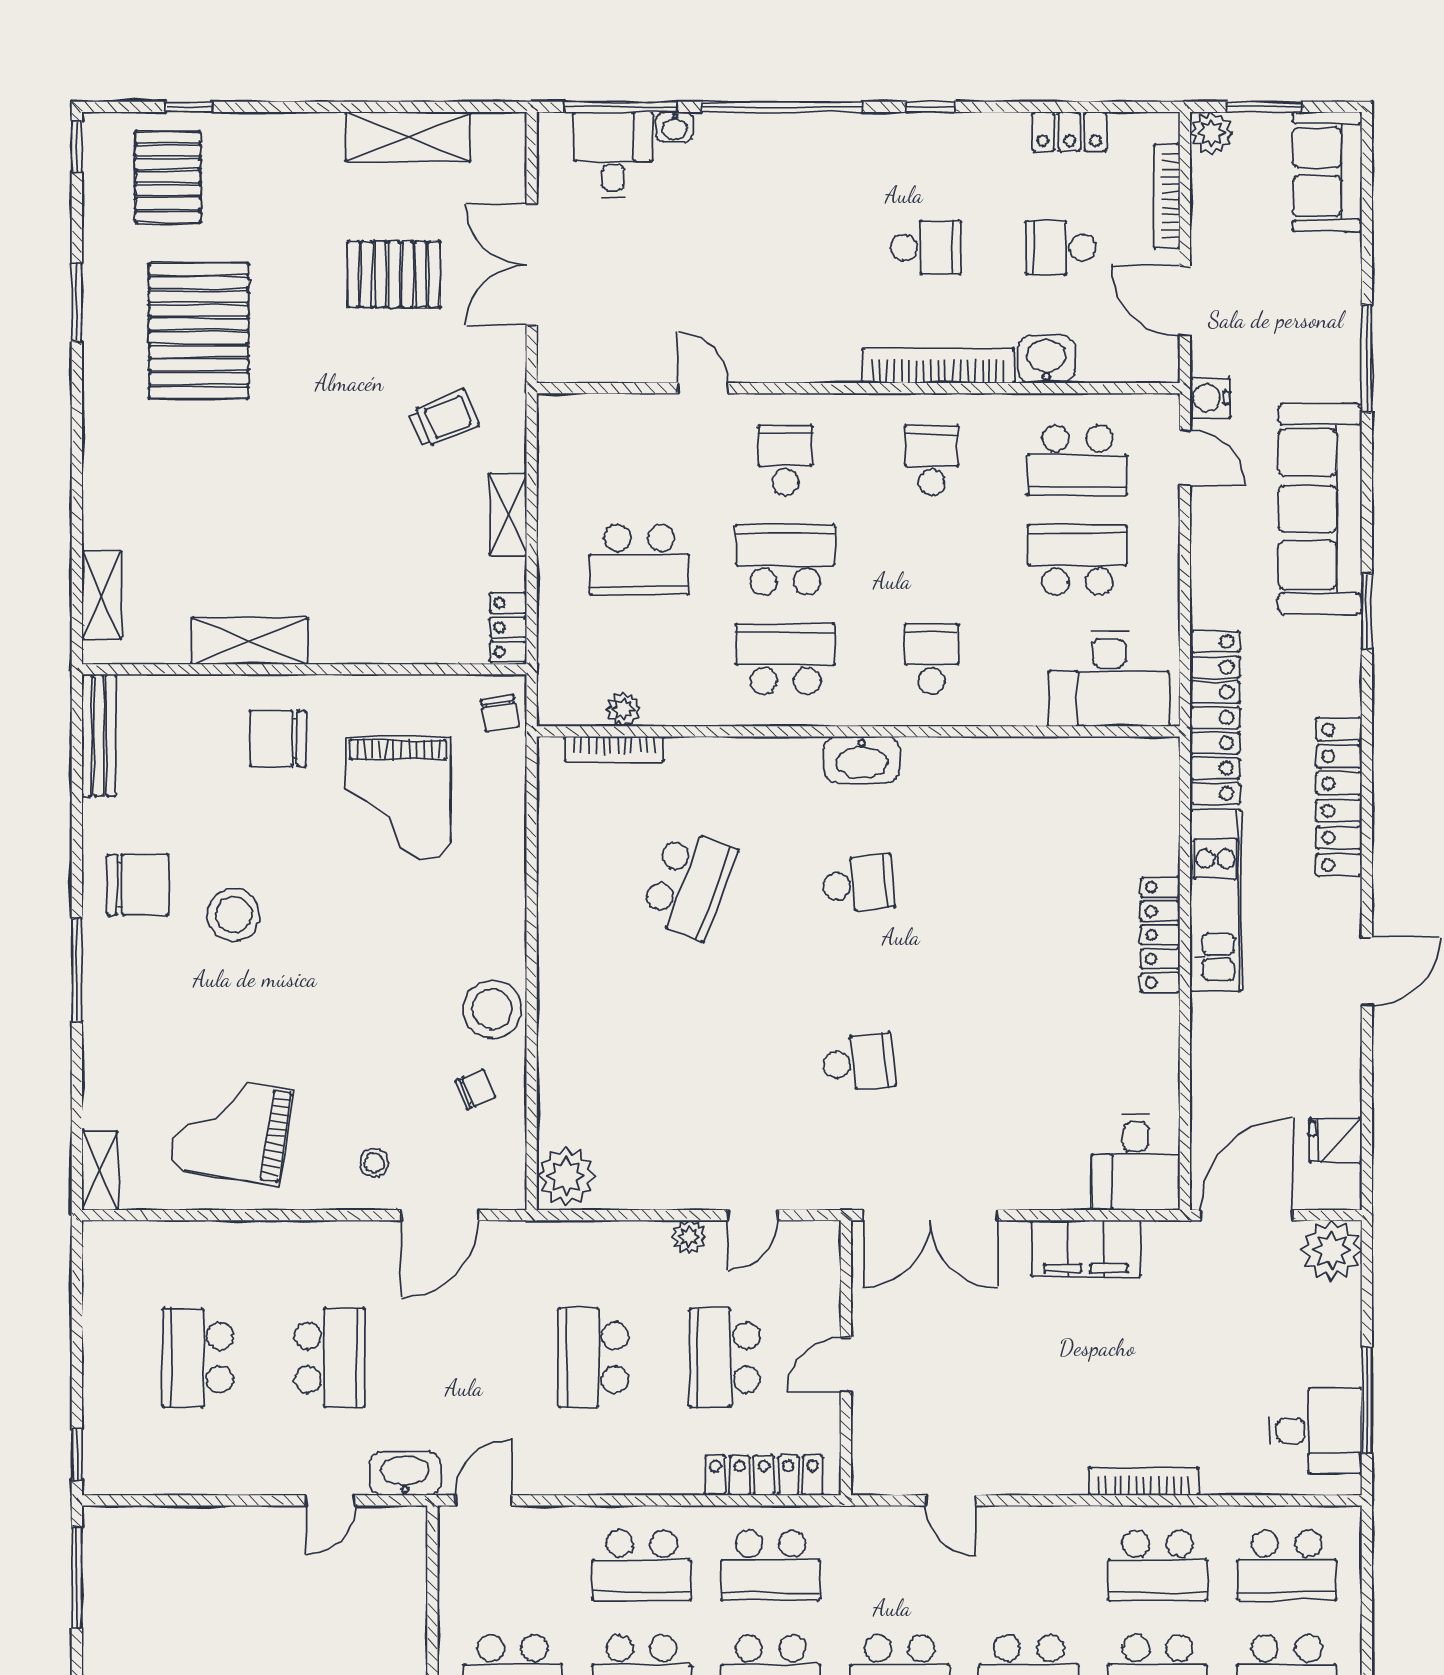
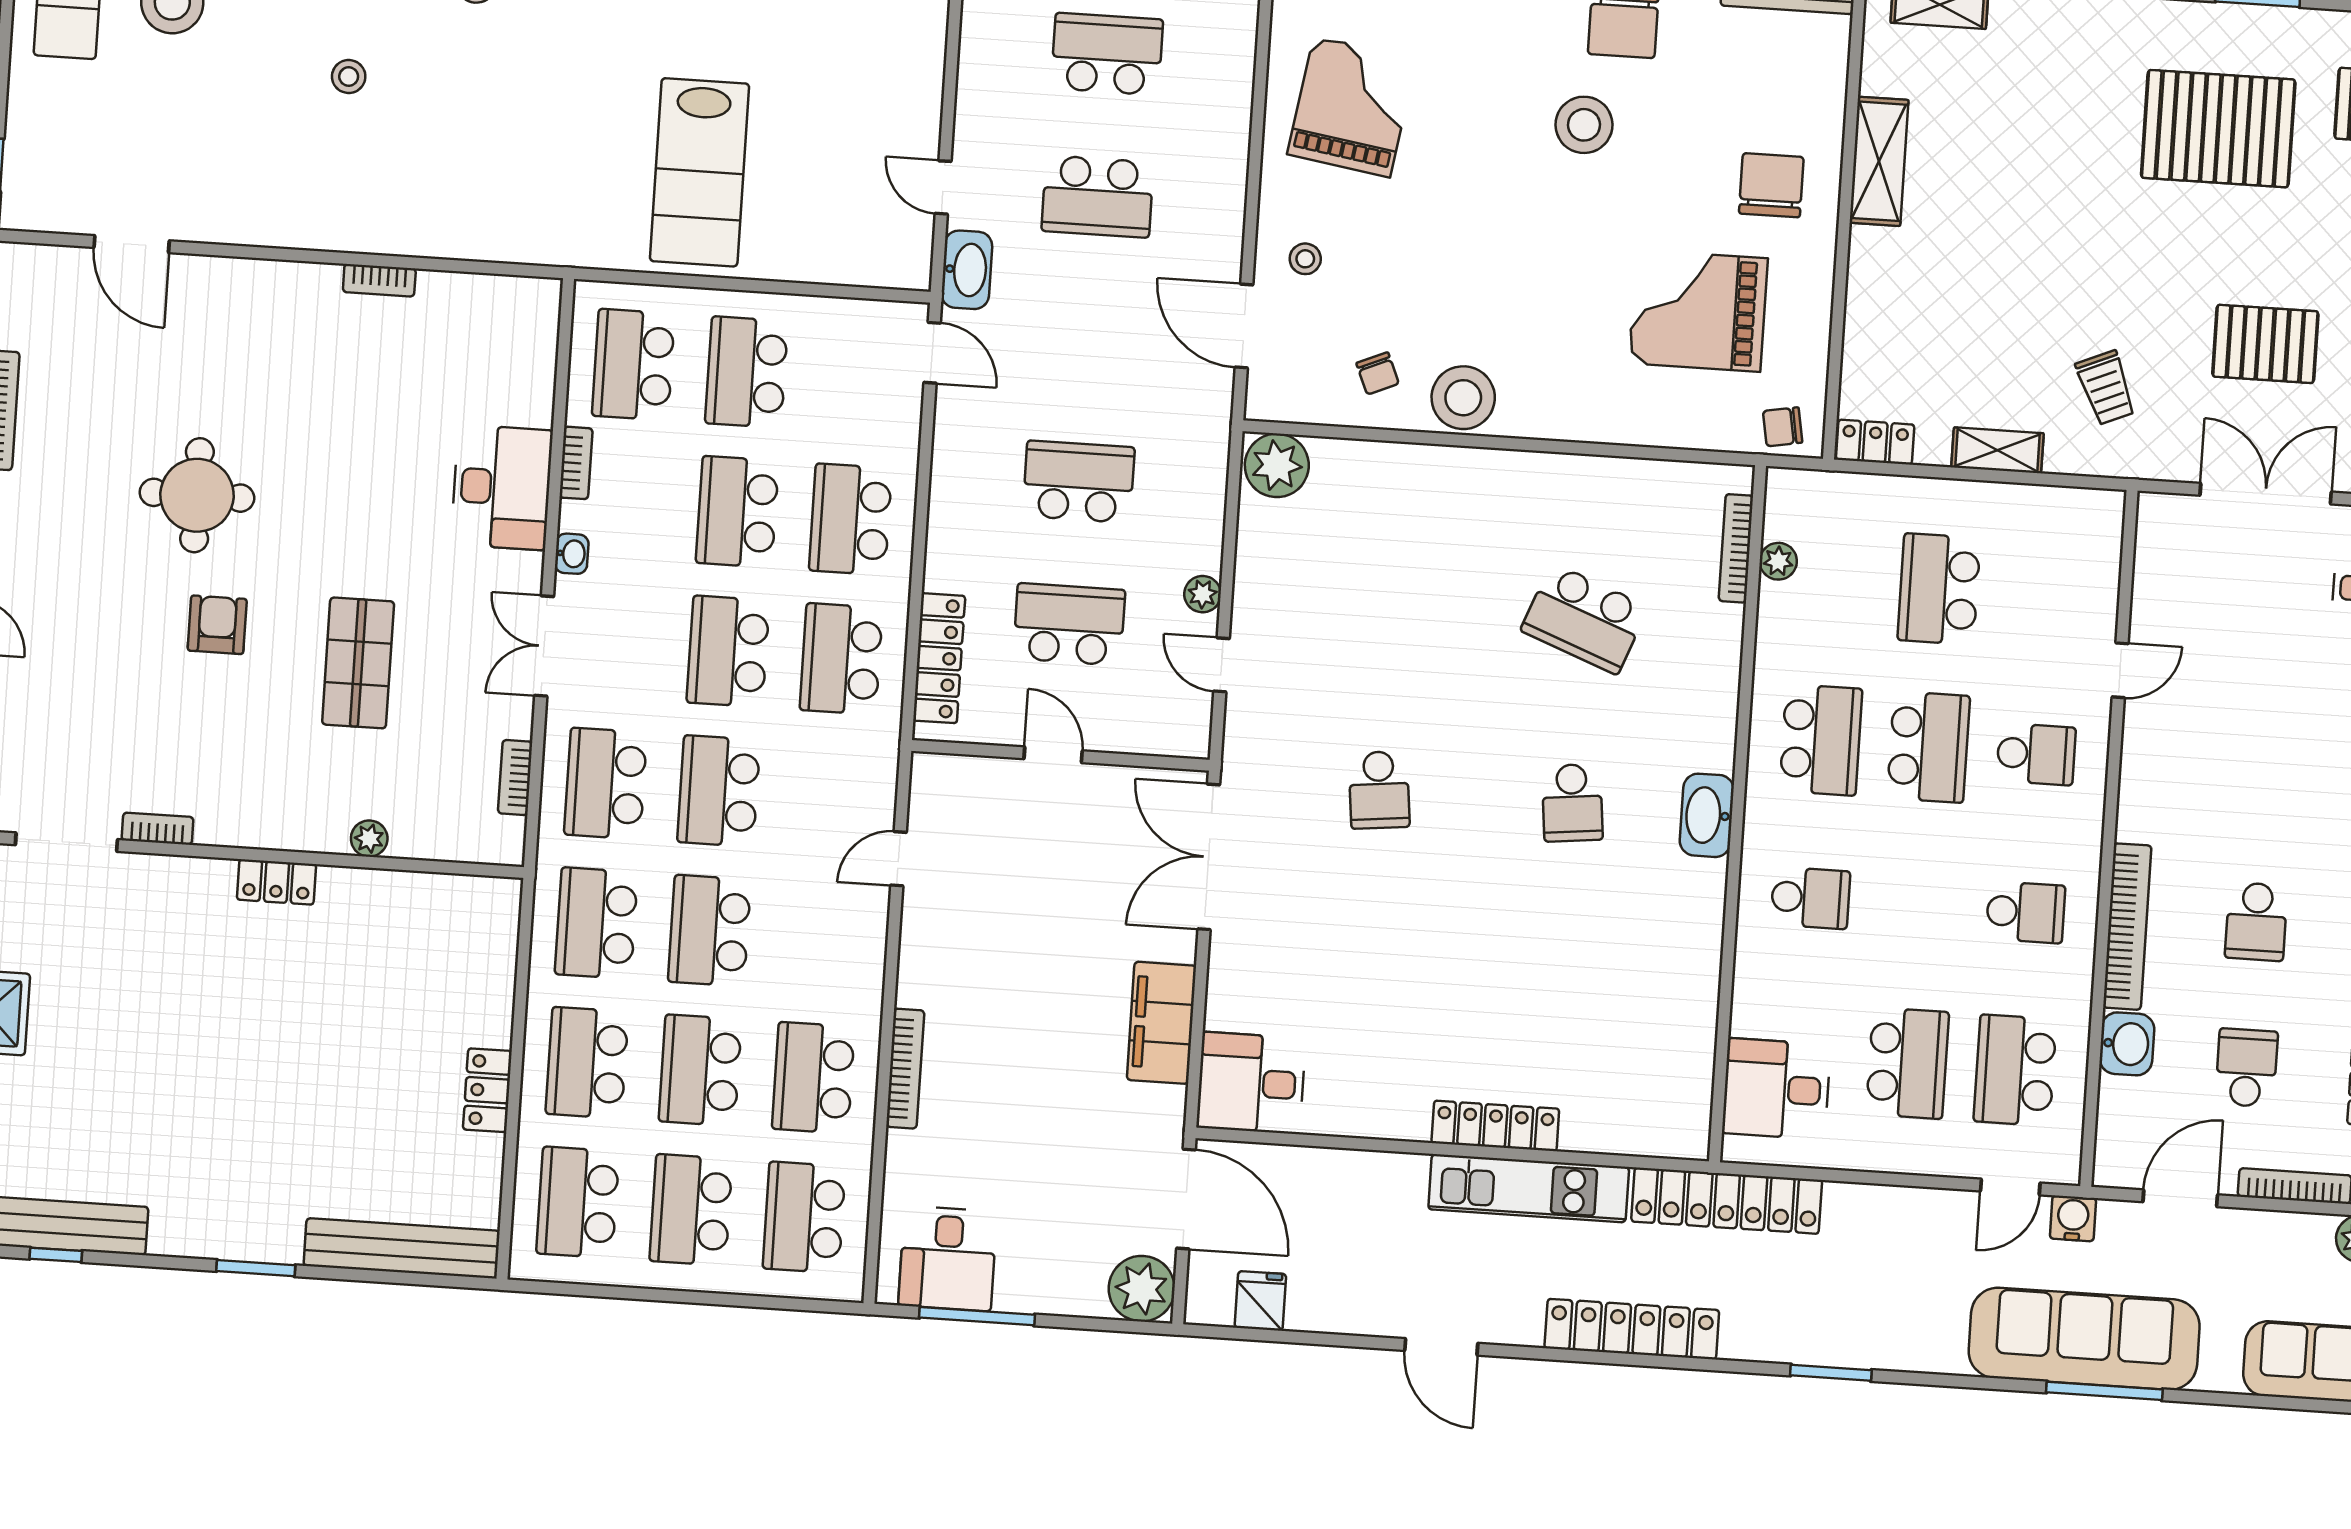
pallet: (394, 274) -> (2265, 344), turned 90
sofa: (1320, 509) -> (2084, 1339), moved
desk: (1109, 679) -> (1776, 1089), width x0.73

